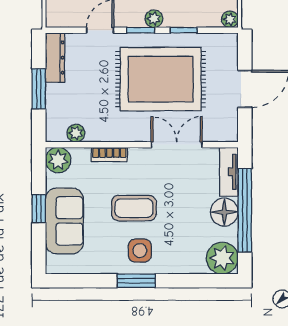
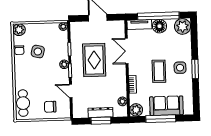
dresser: (55, 58) -> (101, 112), moved
rug: (161, 79) -> (94, 60), width x0.73, depth x0.69
window: (39, 209) -> (161, 119), width x2.17

